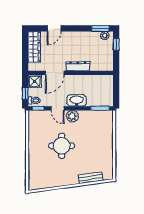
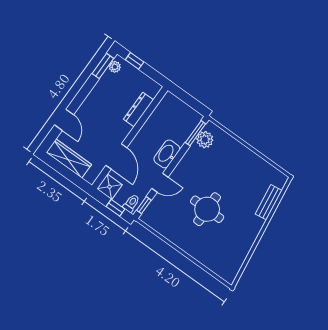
dresser: (78, 66) -> (138, 109), moved
plant: (72, 116) -> (205, 140), moved

